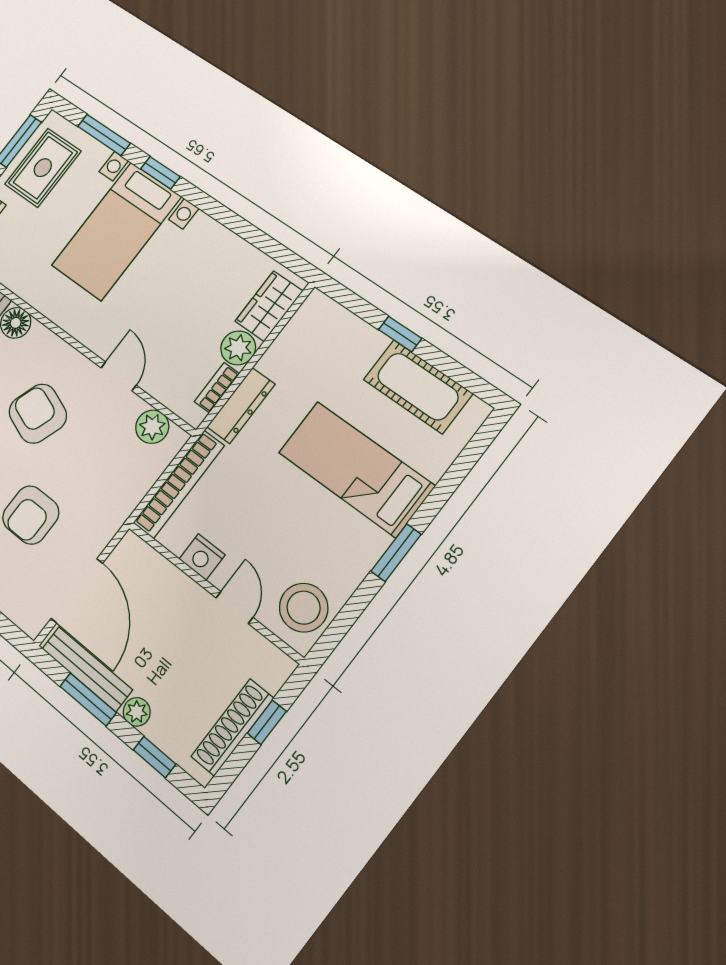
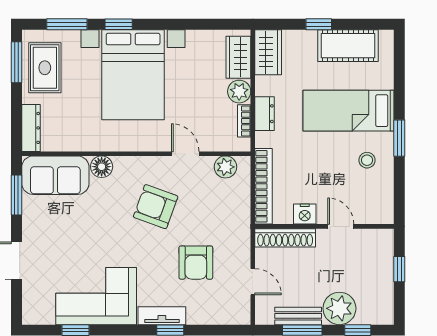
bed with nightstands: (116, 231) -> (133, 75), width x1.36
wardrobe: (310, 325) -> (268, 52), added
dresser: (241, 406) -> (264, 114), width x0.70
door: (77, 591) -> (253, 282), width x0.53
stool: (304, 608) -> (367, 160), moved, width x0.53, depth x0.53
bench: (87, 669) -> (298, 316), width x0.73
plant: (137, 712) -> (339, 308), width x1.87, depth x1.87
shoe rack: (232, 727) -> (285, 238), moved, turned -90

